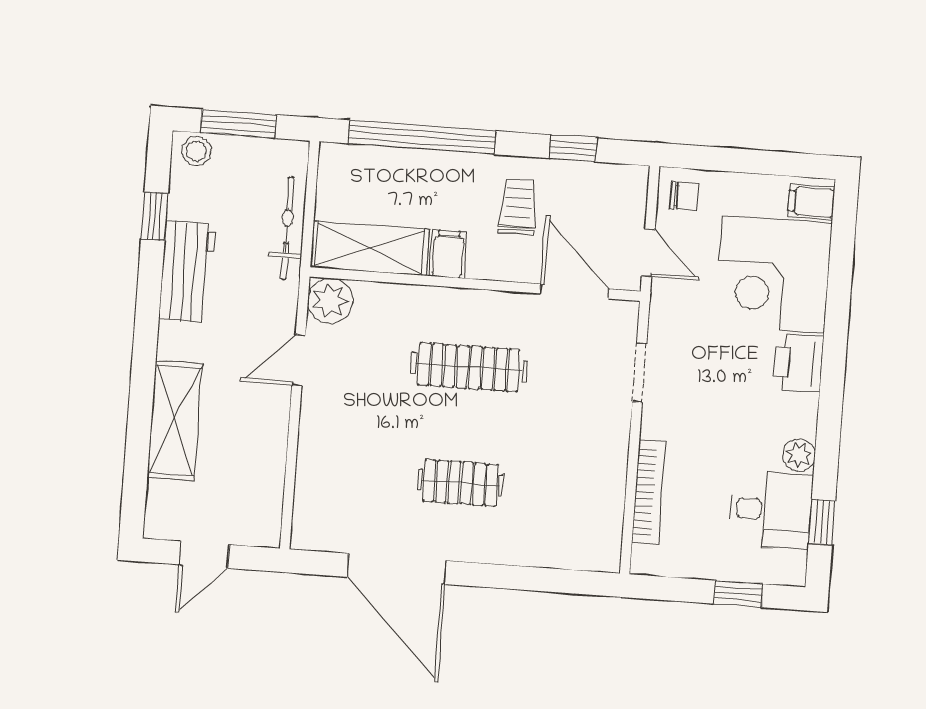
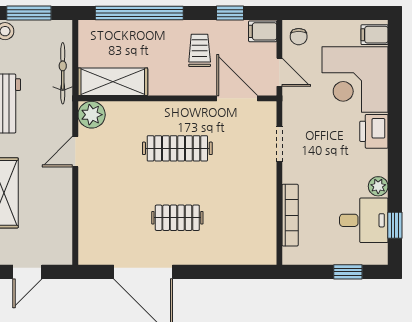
chair: (685, 196) -> (299, 37), turned 90
filing cabinet: (448, 254) -> (263, 31), moved, turned -90

